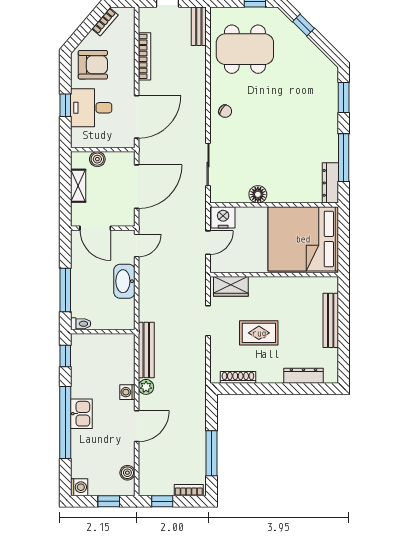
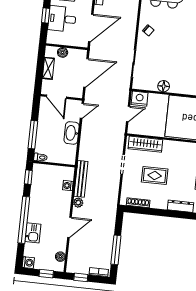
wardrobe: (231, 286) -> (145, 144), width x1.50
washing machine: (127, 392) -> (68, 186), moved
kitchen sink: (81, 414) -> (33, 233), moved

